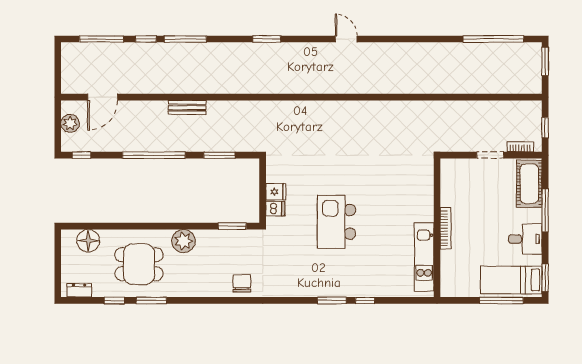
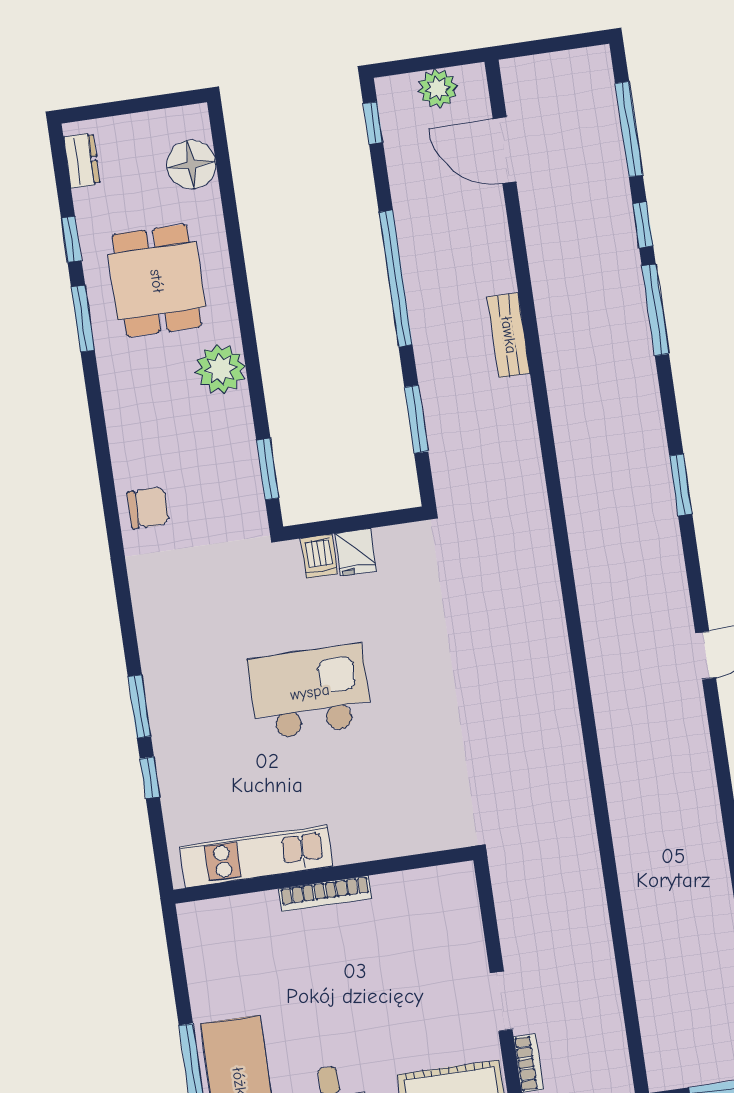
wall: (437, 228) -> (323, 875), moved
bookcase: (446, 228) -> (325, 894), moved
kitchen unit: (424, 257) -> (257, 856), moved

